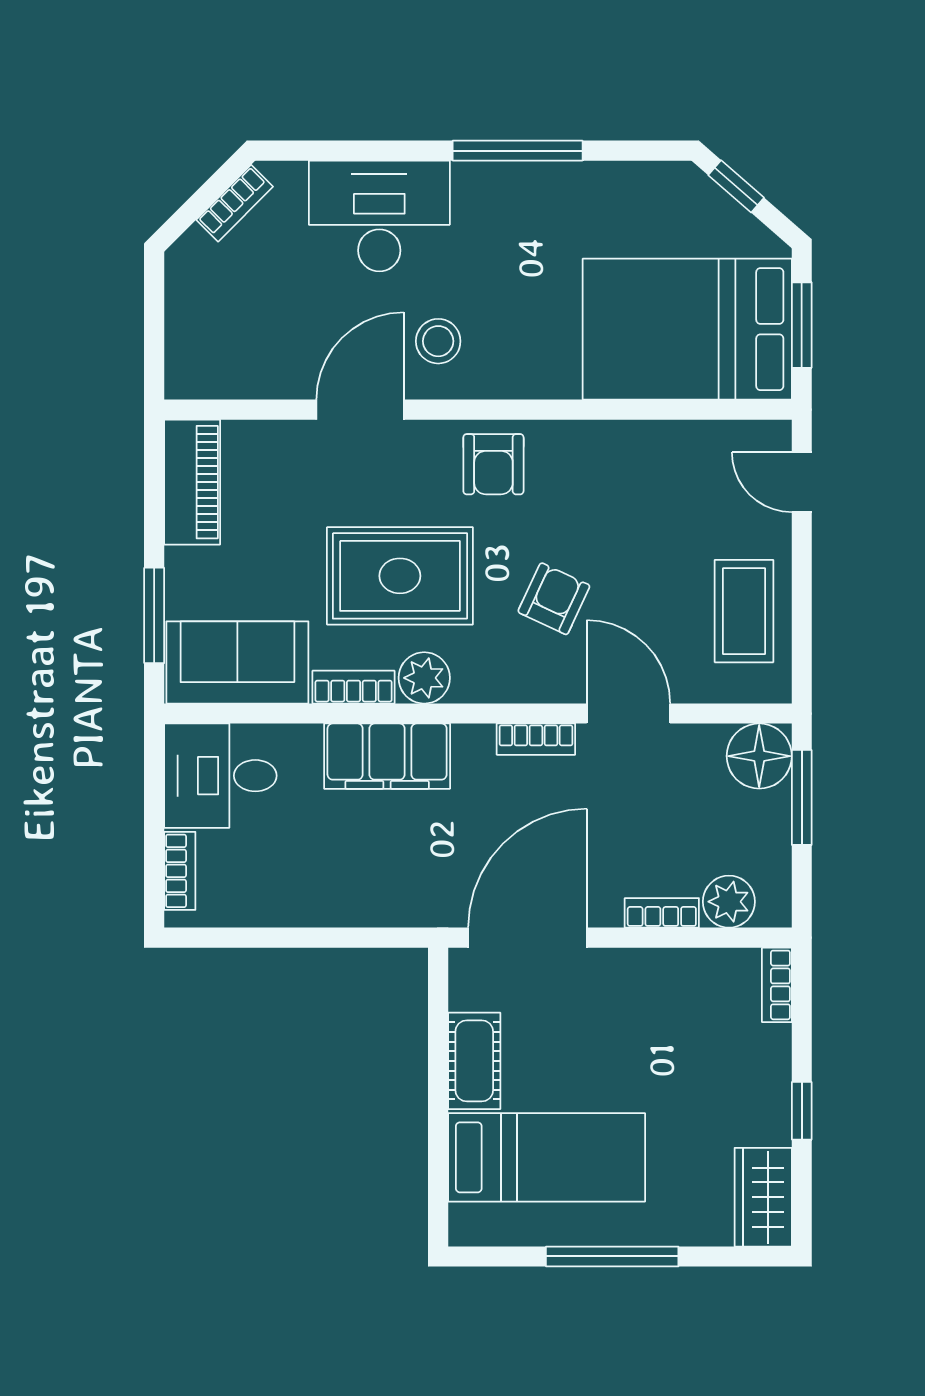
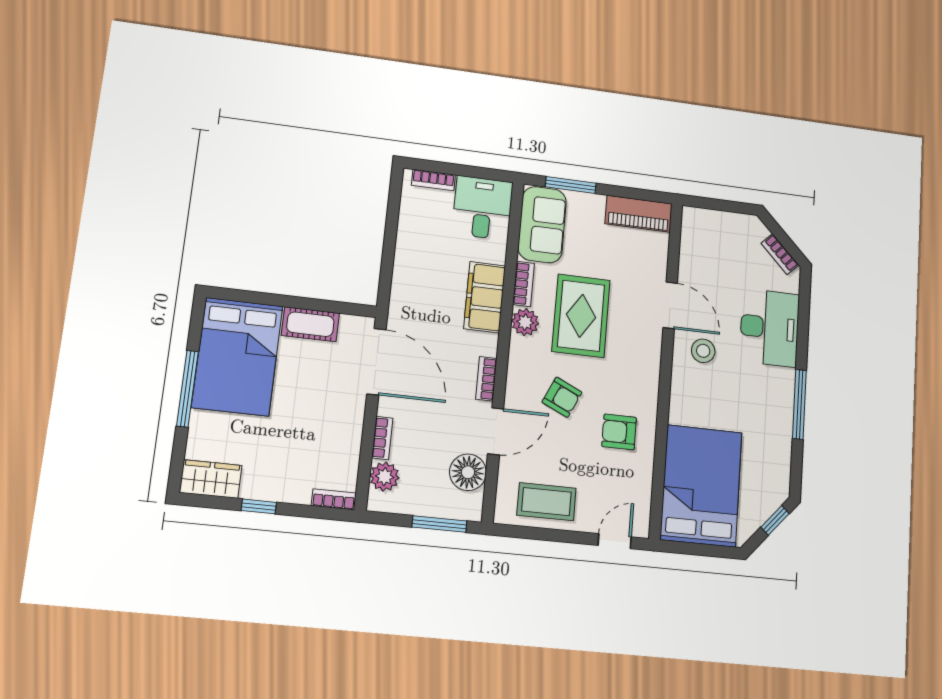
window: (802, 325) -> (700, 549), removed
armchair: (493, 464) -> (619, 432), moved
floor lamp: (759, 756) -> (468, 472), moved
bed: (547, 1157) -> (237, 357), width x1.50

